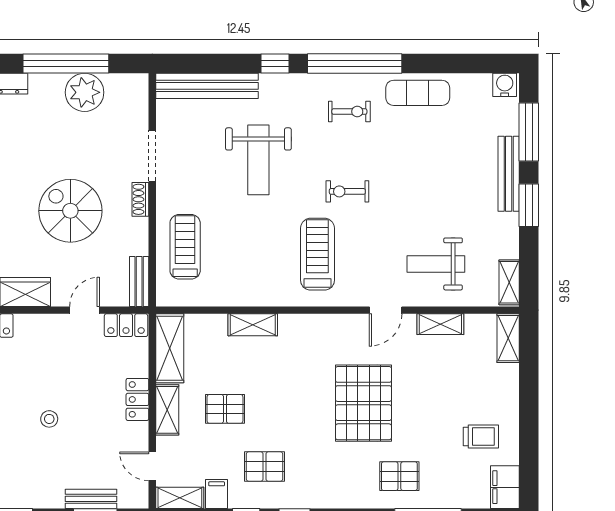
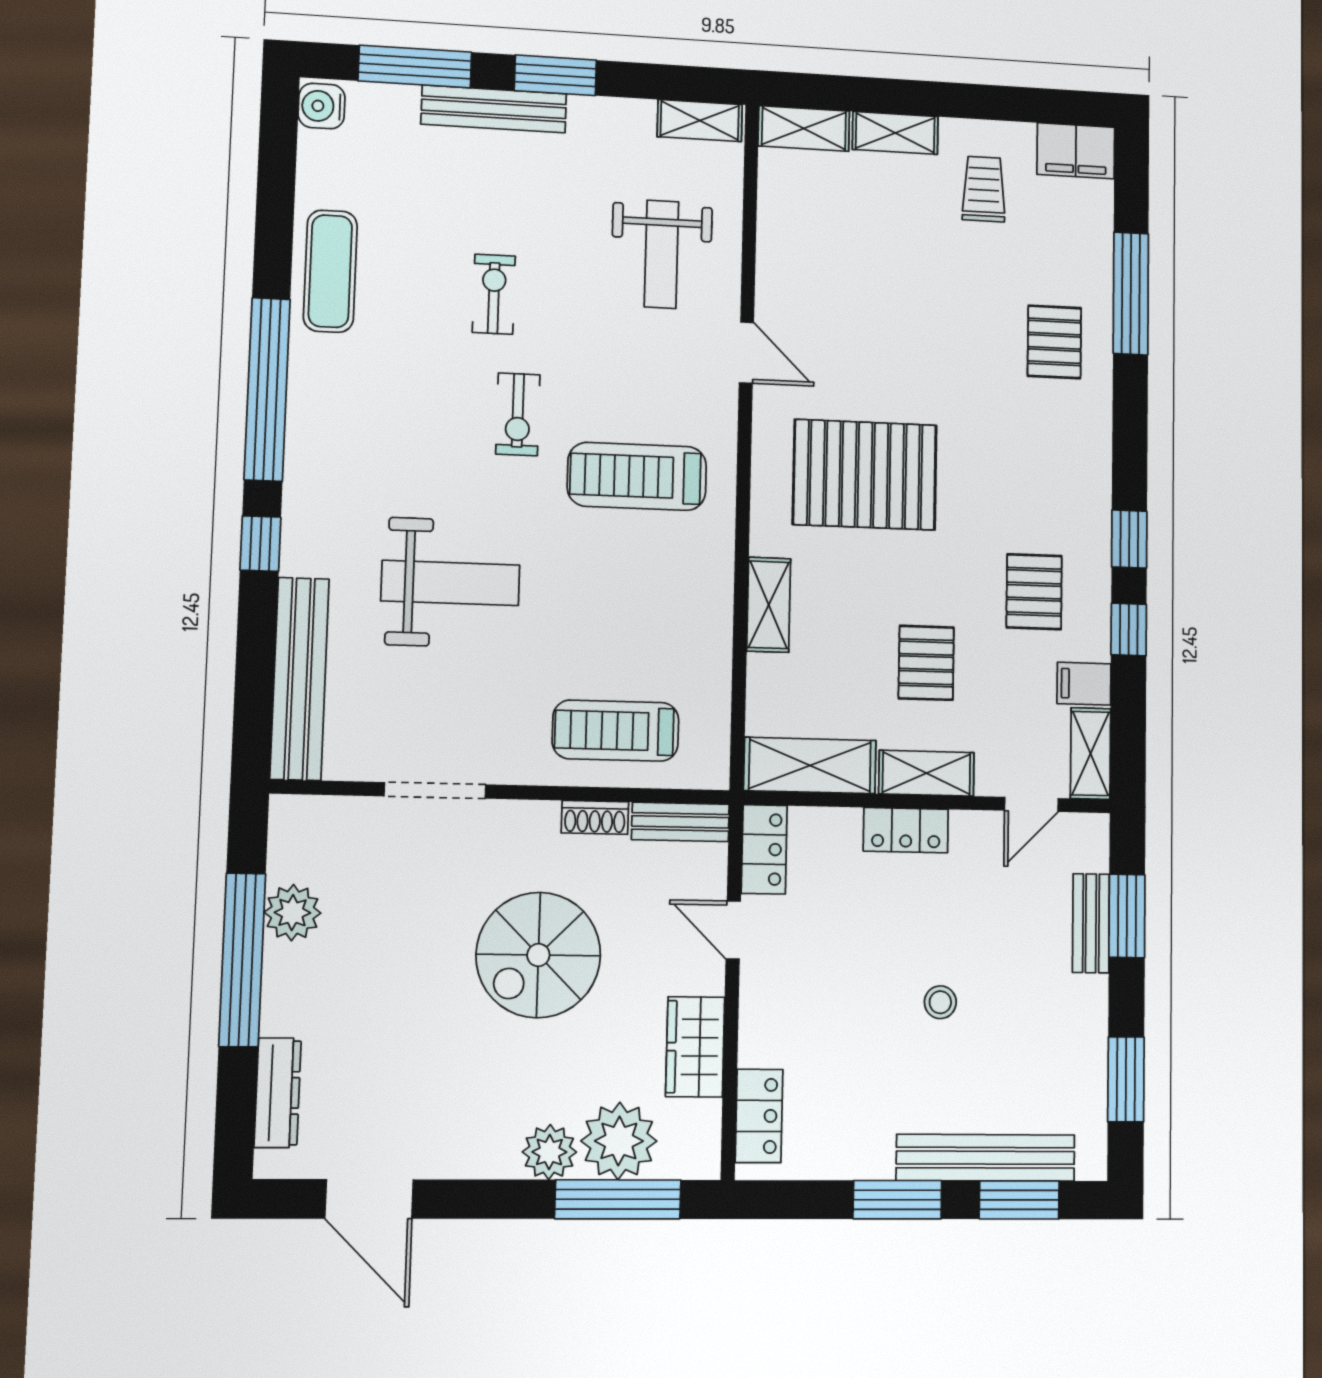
plant: (85, 92) -> (292, 913), width x0.73, depth x0.73
exercise bike: (349, 112) -> (494, 294), moved
shoe rack: (140, 199) -> (595, 817), moved
shelving: (440, 324) -> (895, 133), moved, turned 90
pallet: (363, 403) -> (865, 475), moved

